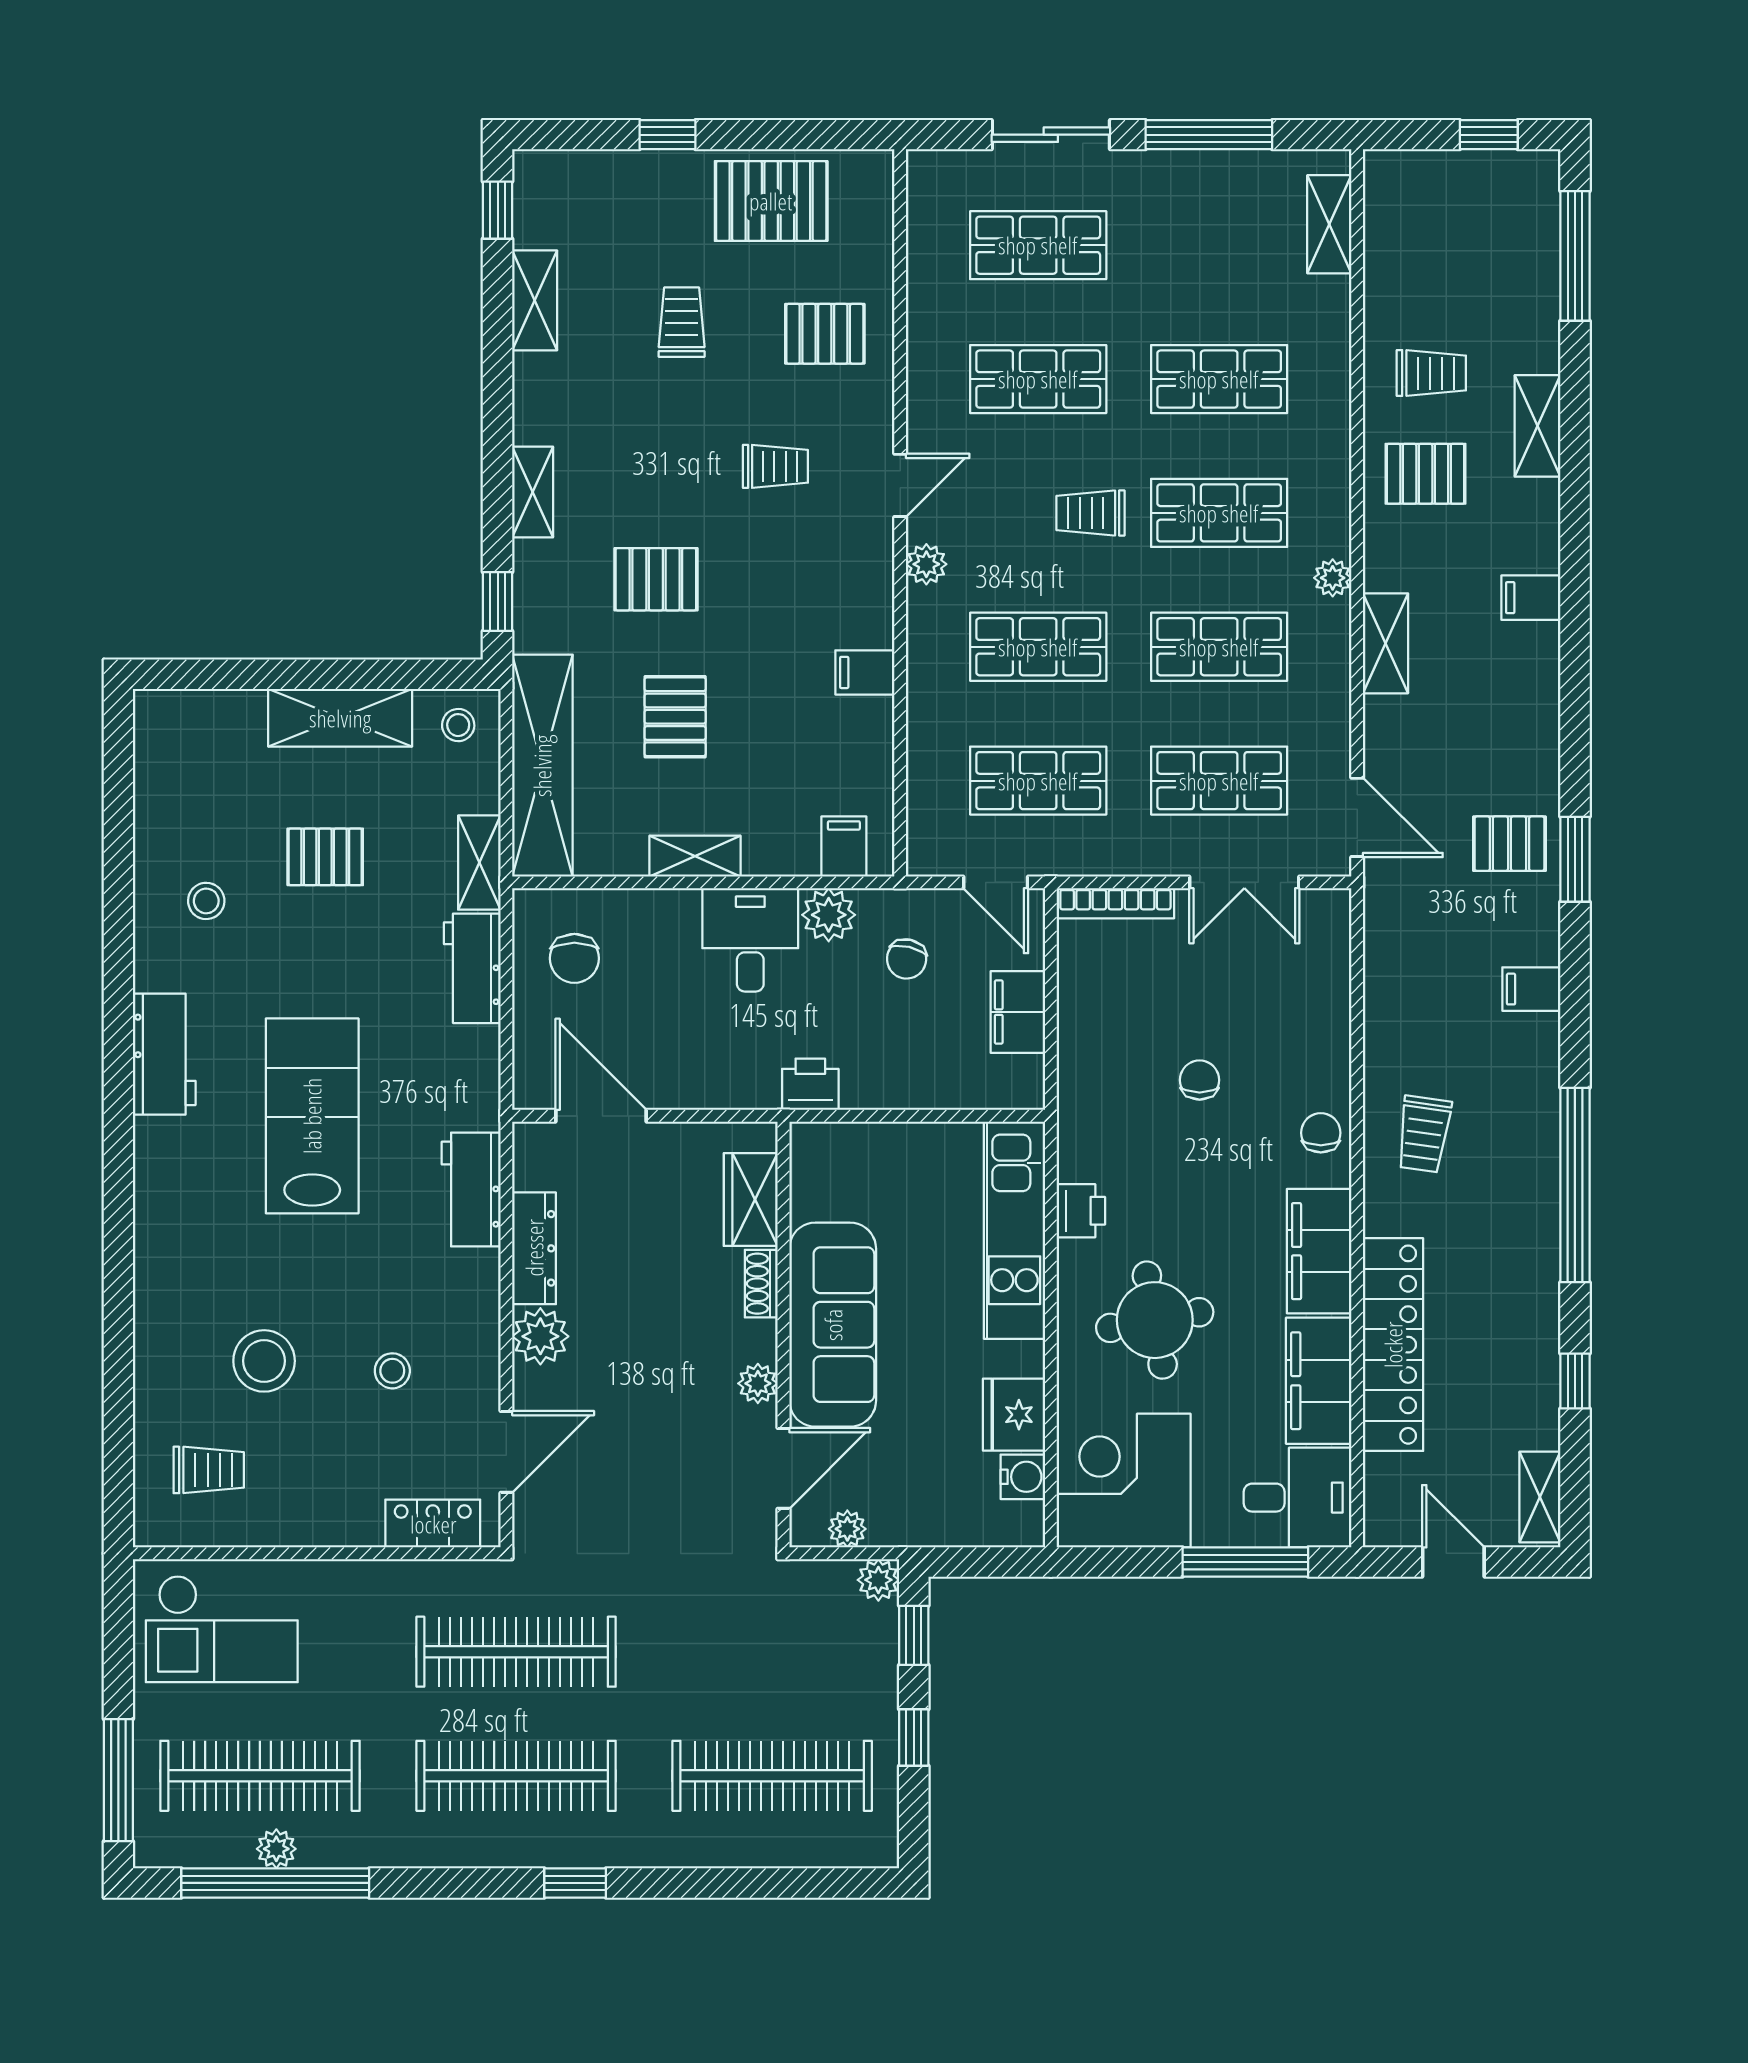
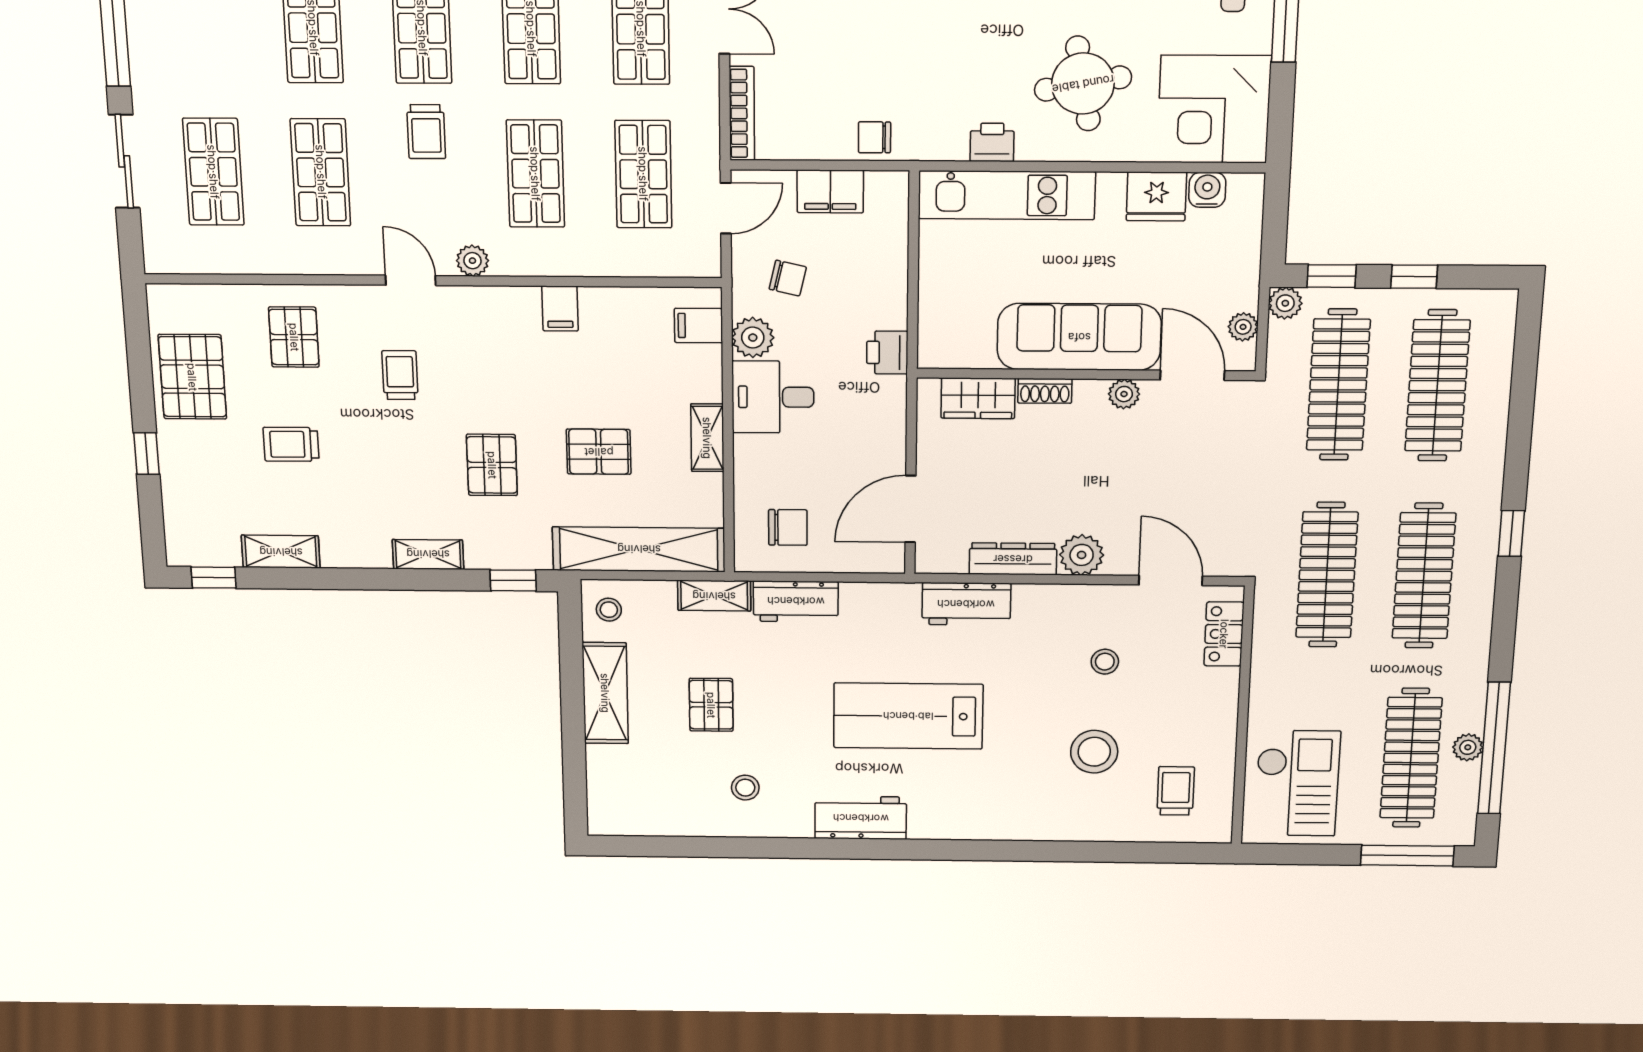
chair: (1200, 1080) -> (874, 137), moved
clothes rail: (772, 1652) -> (1338, 385), added

